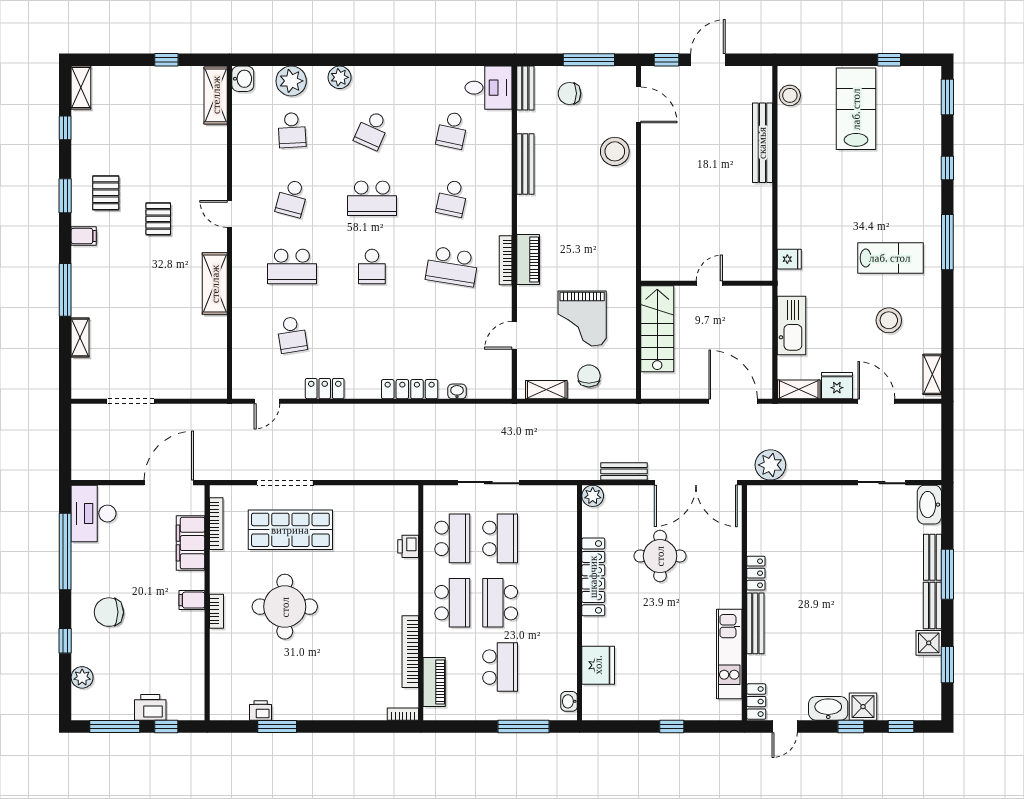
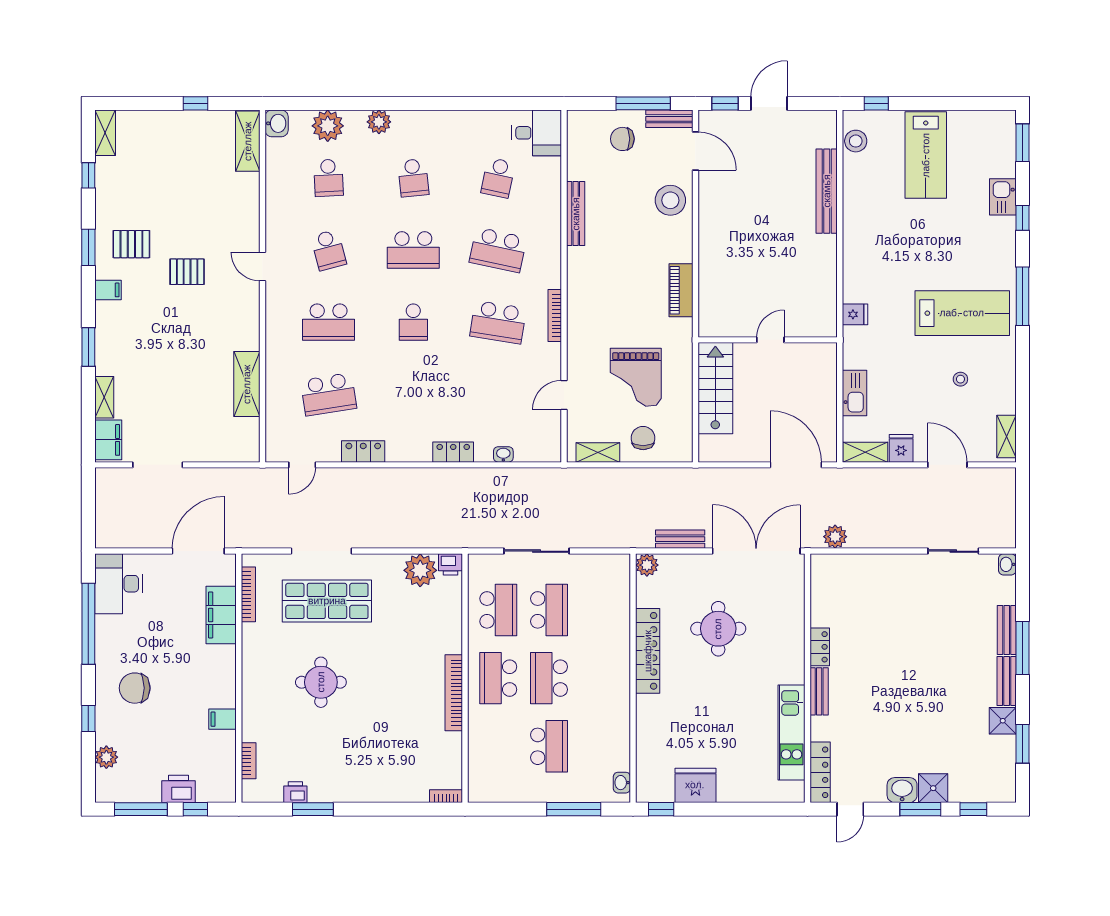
window: (889, 60) -> (876, 103), moved
bench: (525, 88) -> (669, 119), moved, turned 90
lab bench: (856, 109) -> (926, 155), turned 180
school desk: (372, 130) -> (413, 178), turned -30
kitchen sink: (929, 148) -> (1003, 197), added
pallet: (106, 193) -> (131, 244), turned 90
school desk: (292, 198) -> (329, 250), turned -30
school desk: (452, 198) -> (498, 250), width x1.85
pallet: (158, 219) -> (187, 272), turned 90
lab bench: (890, 258) -> (962, 313), width x1.36, depth x1.39
piano: (528, 259) -> (681, 290), moved, turned 180
shelving: (215, 284) -> (247, 384), moved
window: (65, 290) -> (88, 347), width x0.69
stool: (889, 320) -> (960, 379), width x0.53, depth x0.53
kitchen sink: (791, 325) -> (854, 393), width x0.73, depth x0.81
school desk: (292, 335) -> (329, 394), width x1.85
filing cabinet: (84, 378) -> (108, 440), added
fridge: (837, 386) -> (901, 448), width x0.72
locker: (410, 389) -> (453, 452), width x0.66
plant: (770, 465) -> (835, 537), width x0.73, depth x0.73
double door: (696, 483) -> (756, 551), swing flipped
plant: (379, 501) -> (420, 570), added
washbasin: (929, 505) -> (1007, 564), width x0.52, depth x0.69
printer: (408, 546) -> (451, 564), moved, turned -90
filing cabinet: (192, 600) -> (223, 719), moved
school desk: (452, 603) -> (498, 678), turned 180
round table: (285, 607) -> (321, 682), width x0.73, depth x0.73
bookcase: (216, 611) -> (249, 761), moved
bench: (755, 623) -> (819, 691), width x0.73
bookcase: (410, 652) -> (454, 693), moved
fridge: (598, 665) -> (695, 785), moved, turned -90
piano: (434, 682) -> (479, 762), removed
locker: (756, 702) -> (820, 772), width x1.53
washbasin: (828, 708) -> (902, 790), width x0.72
window: (672, 726) -> (661, 809), moved
window: (851, 726) -> (920, 809), width x1.50

